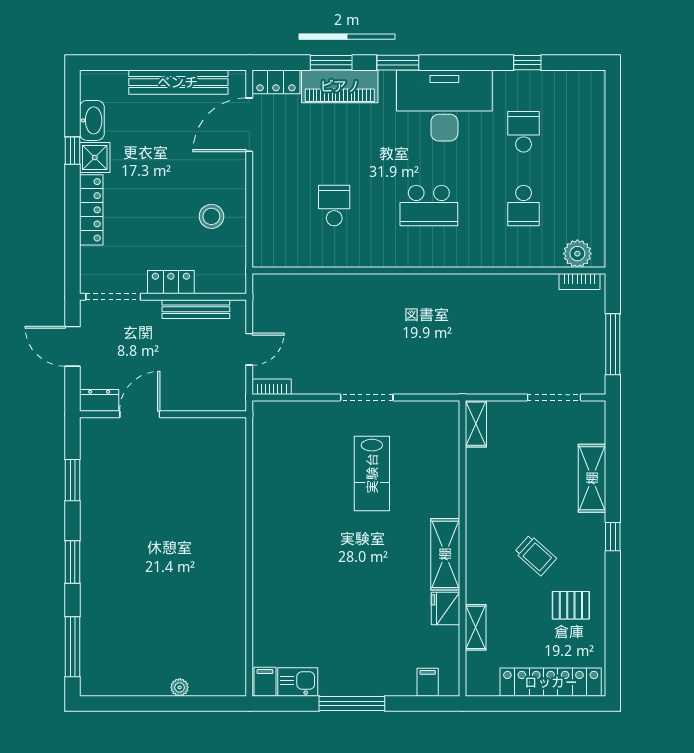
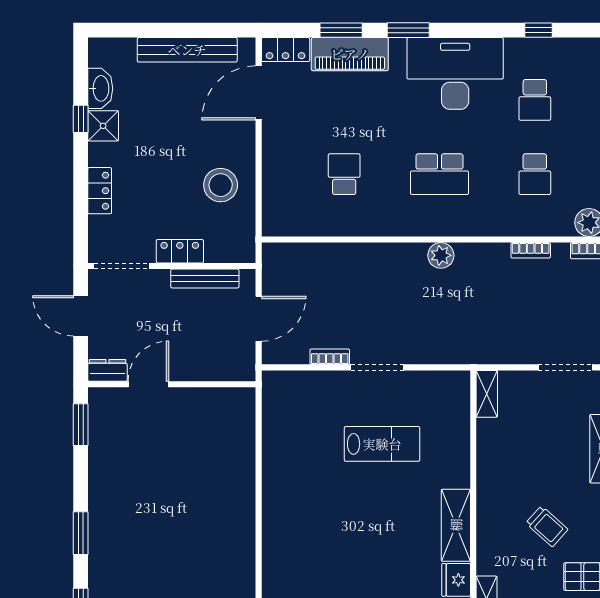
school desk: (524, 132) -> (535, 100), turned 180
locker: (91, 210) -> (100, 191), width x0.66
stool: (211, 216) -> (221, 185), width x1.38, depth x1.38
bookcase: (519, 281) -> (531, 250), added
plant: (430, 286) -> (441, 255), added
door: (249, 349) -> (259, 319), width x1.38
bookcase: (272, 387) -> (330, 357), moved
lab bench: (372, 473) -> (382, 444), turned -90
window: (72, 480) -> (81, 425), moved

